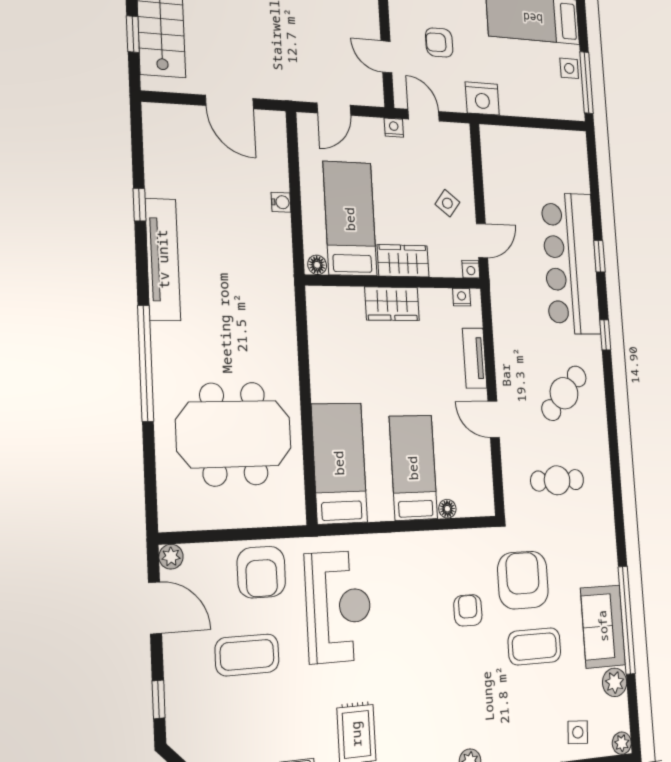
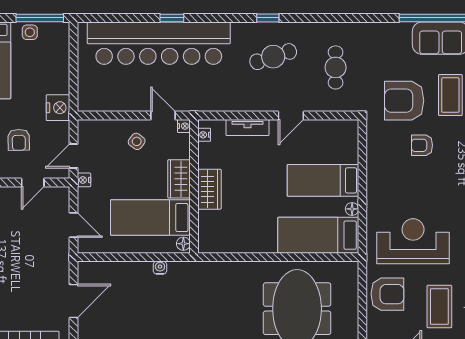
water cooler: (281, 202) -> (160, 268), moved
bar counter: (571, 263) -> (159, 43), width x1.36
window: (605, 335) -> (268, 18), moved
cafe table: (564, 393) -> (273, 57), turned -62
floor lamp: (447, 509) -> (352, 209), moved

